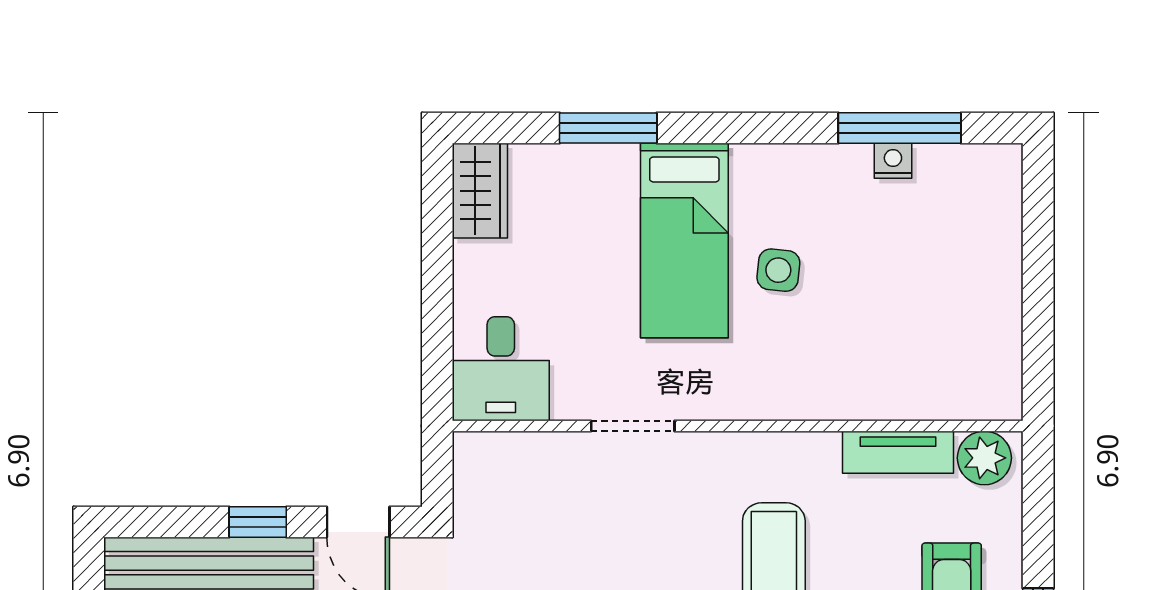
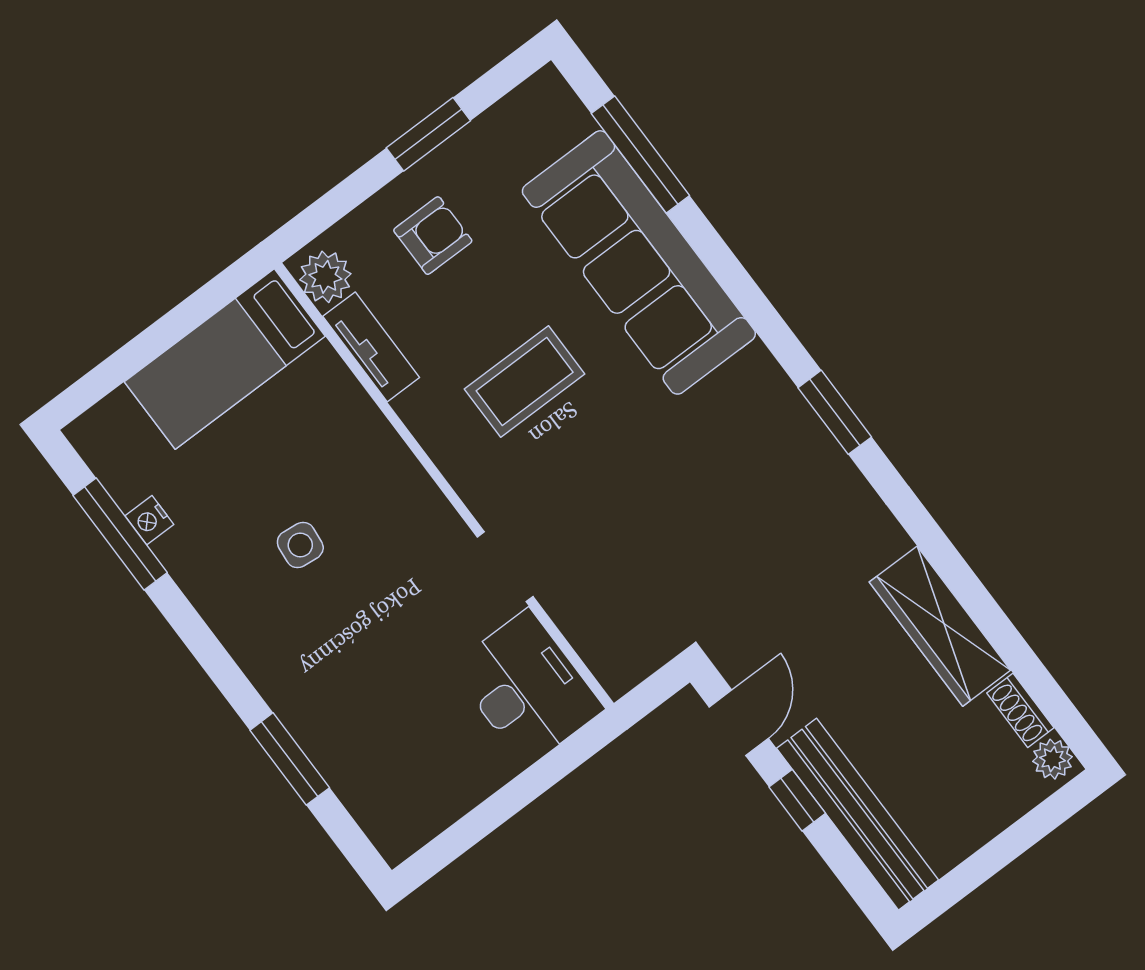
wardrobe: (480, 191) -> (413, 821), removed
bed: (684, 241) -> (225, 359), moved, turned 180
desk: (501, 369) -> (527, 688), width x1.37

